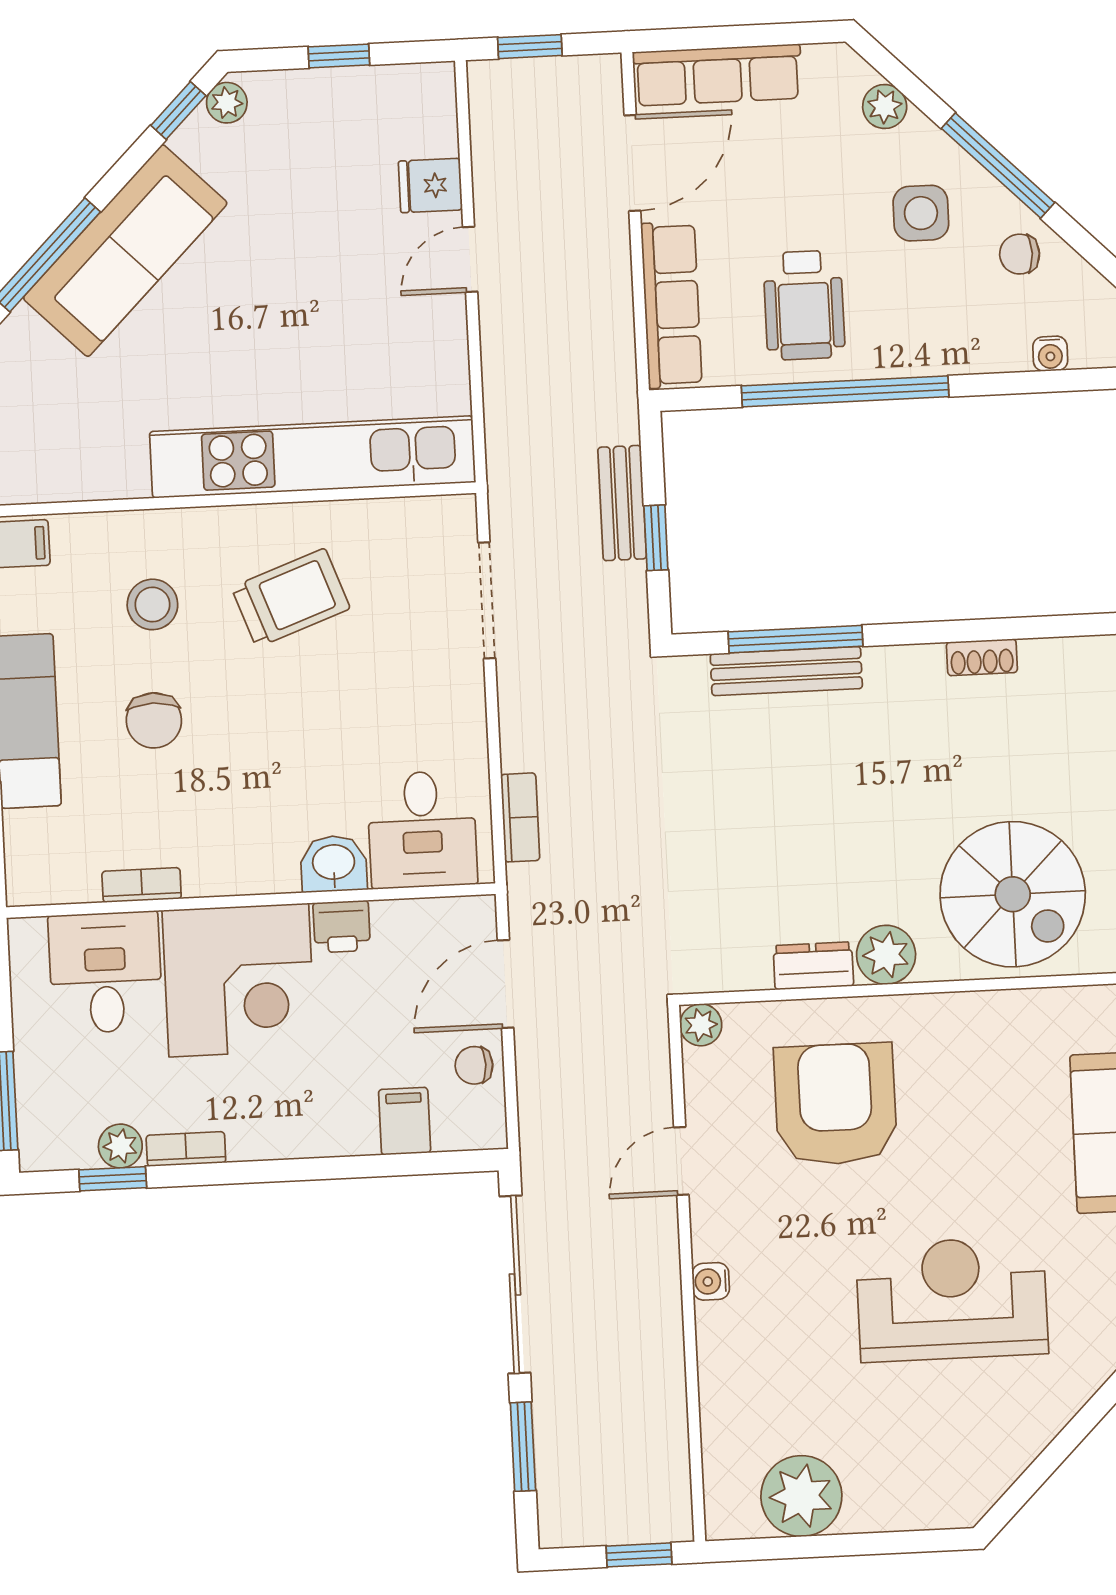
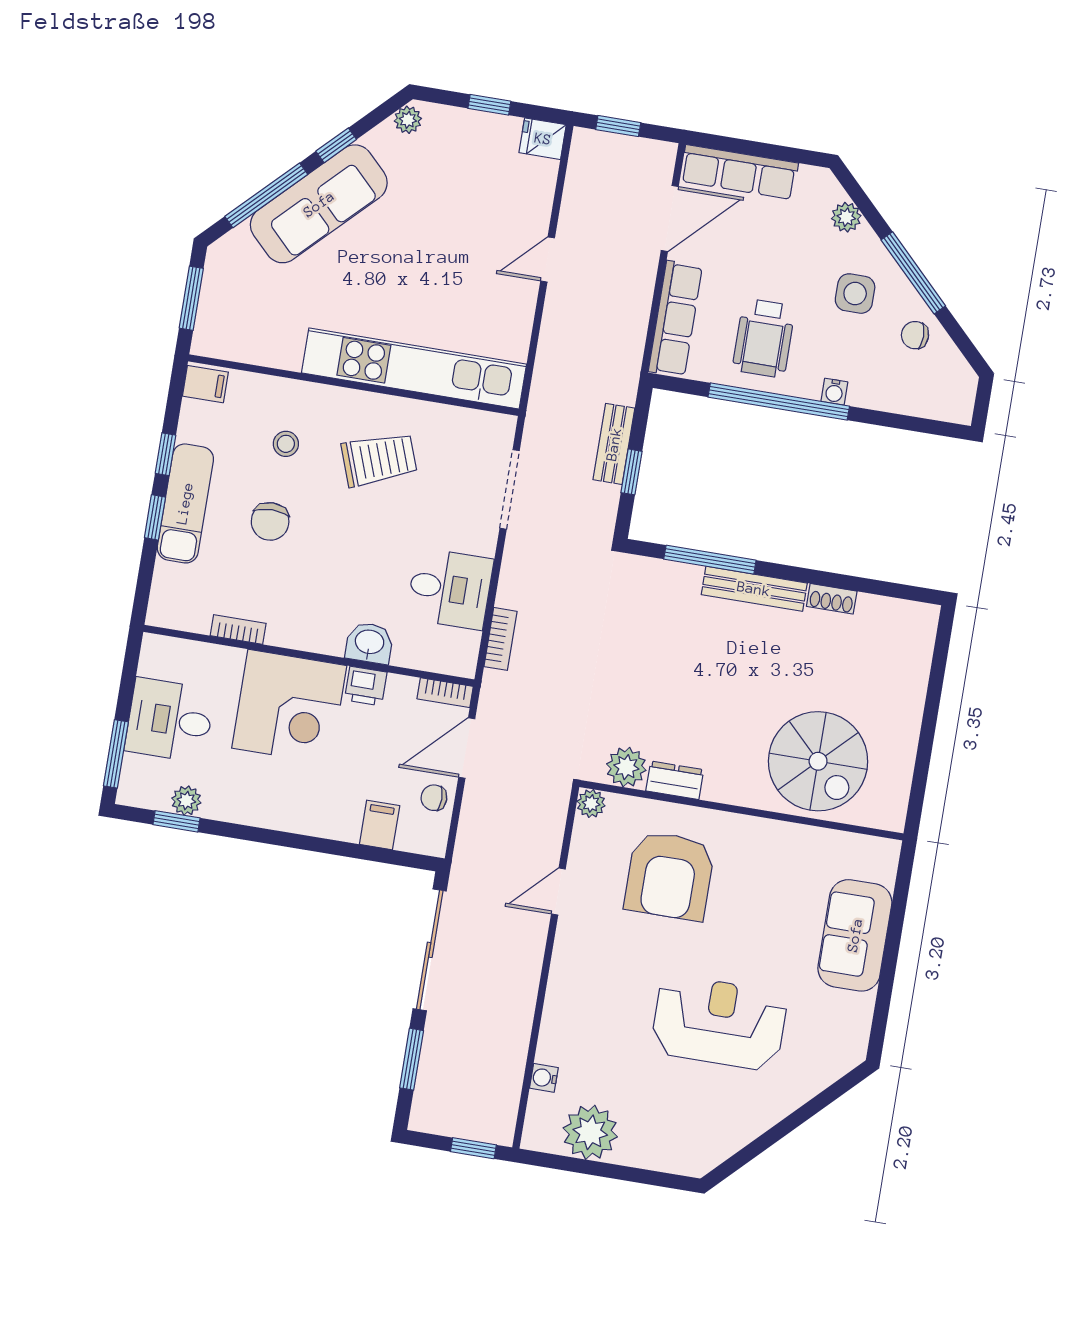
window: (178, 110) -> (336, 145), moved
fridge: (430, 185) -> (543, 139), moved
water cooler: (1050, 354) -> (834, 392), moved
stool: (152, 604) -> (286, 444), width x0.73, depth x0.73
bench: (786, 671) -> (754, 589), moved
desk: (422, 829) -> (450, 589), moved, turned -90
plant: (886, 955) -> (626, 767), moved
desk: (105, 972) -> (170, 720), moved, turned -90
armchair: (835, 1104) -> (670, 876), turned 180
bookcase: (186, 1149) -> (445, 693), moved, turned 180
water cooler: (711, 1281) -> (544, 1078), moved

